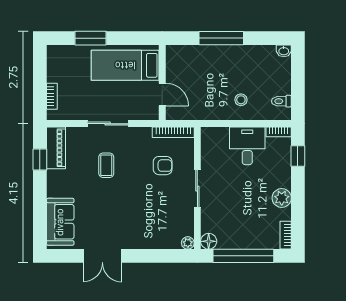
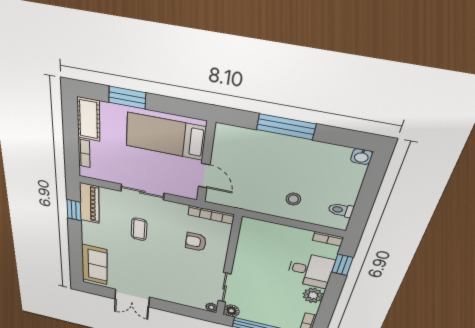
cot: (57, 63) -> (88, 119), added
desk: (247, 146) -> (310, 270), moved, turned 90
armchair: (163, 166) -> (196, 242), turned 180
sliding door: (197, 189) -> (225, 288), moved

